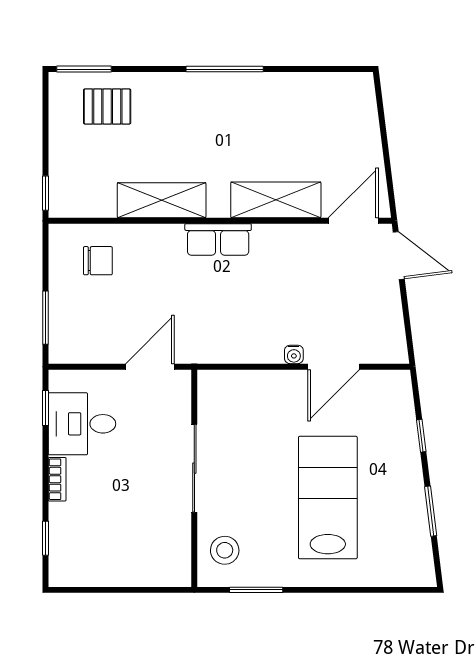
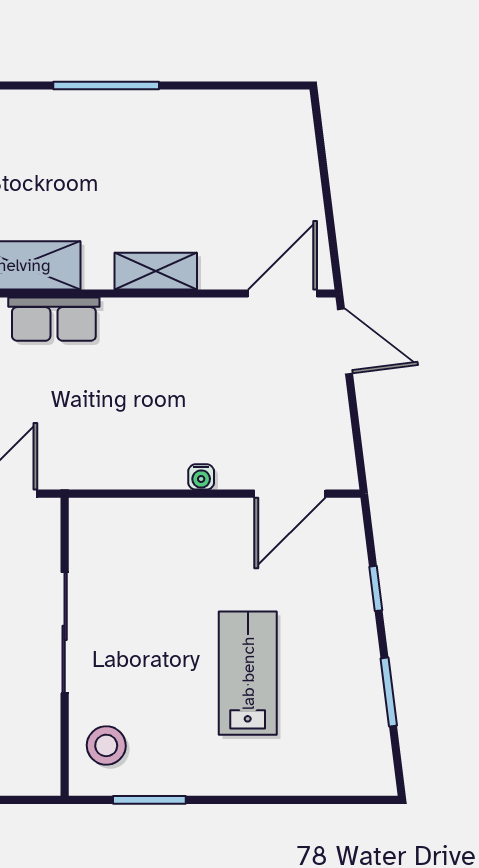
shelving: (276, 200) -> (156, 271), width x0.67, depth x0.75
row of seats: (218, 239) -> (54, 319), moved
door: (334, 367) -> (290, 494), moved
lab bench: (328, 498) -> (248, 673), width x0.73, depth x0.72

